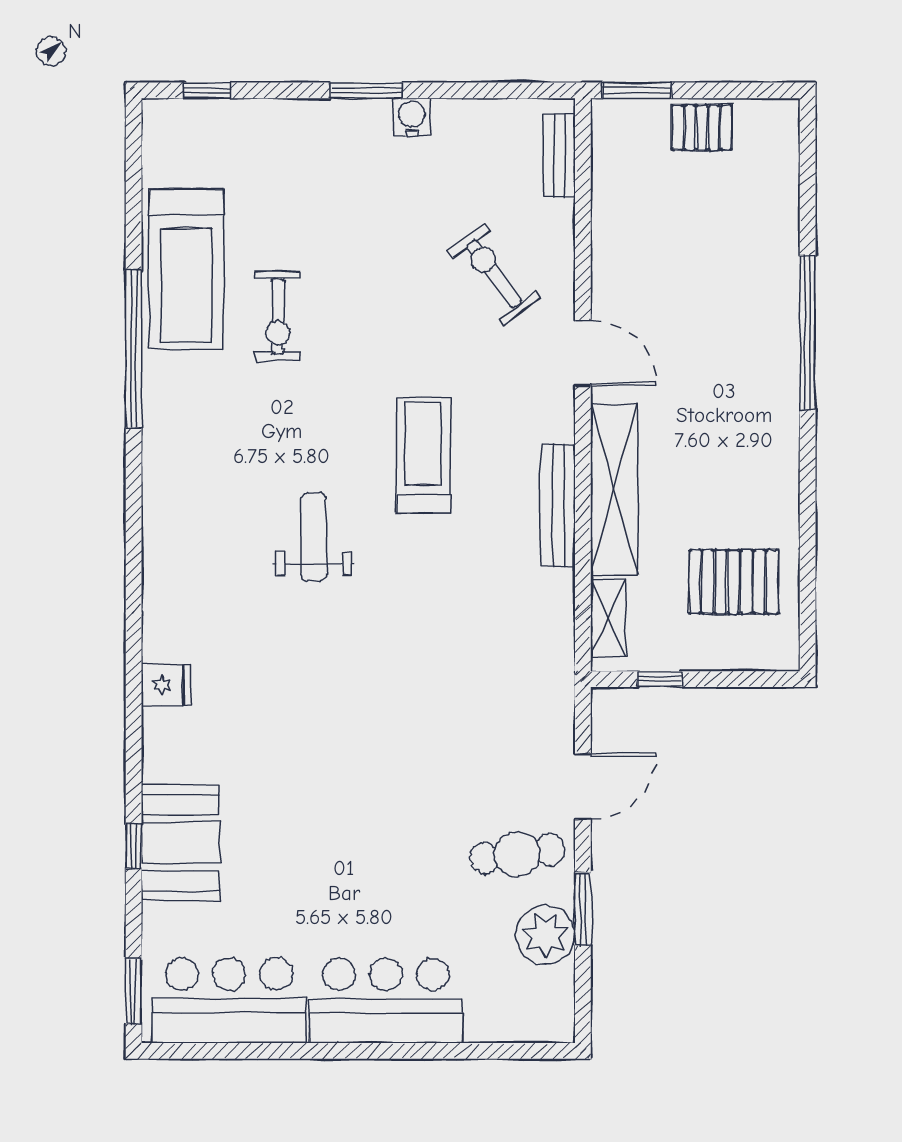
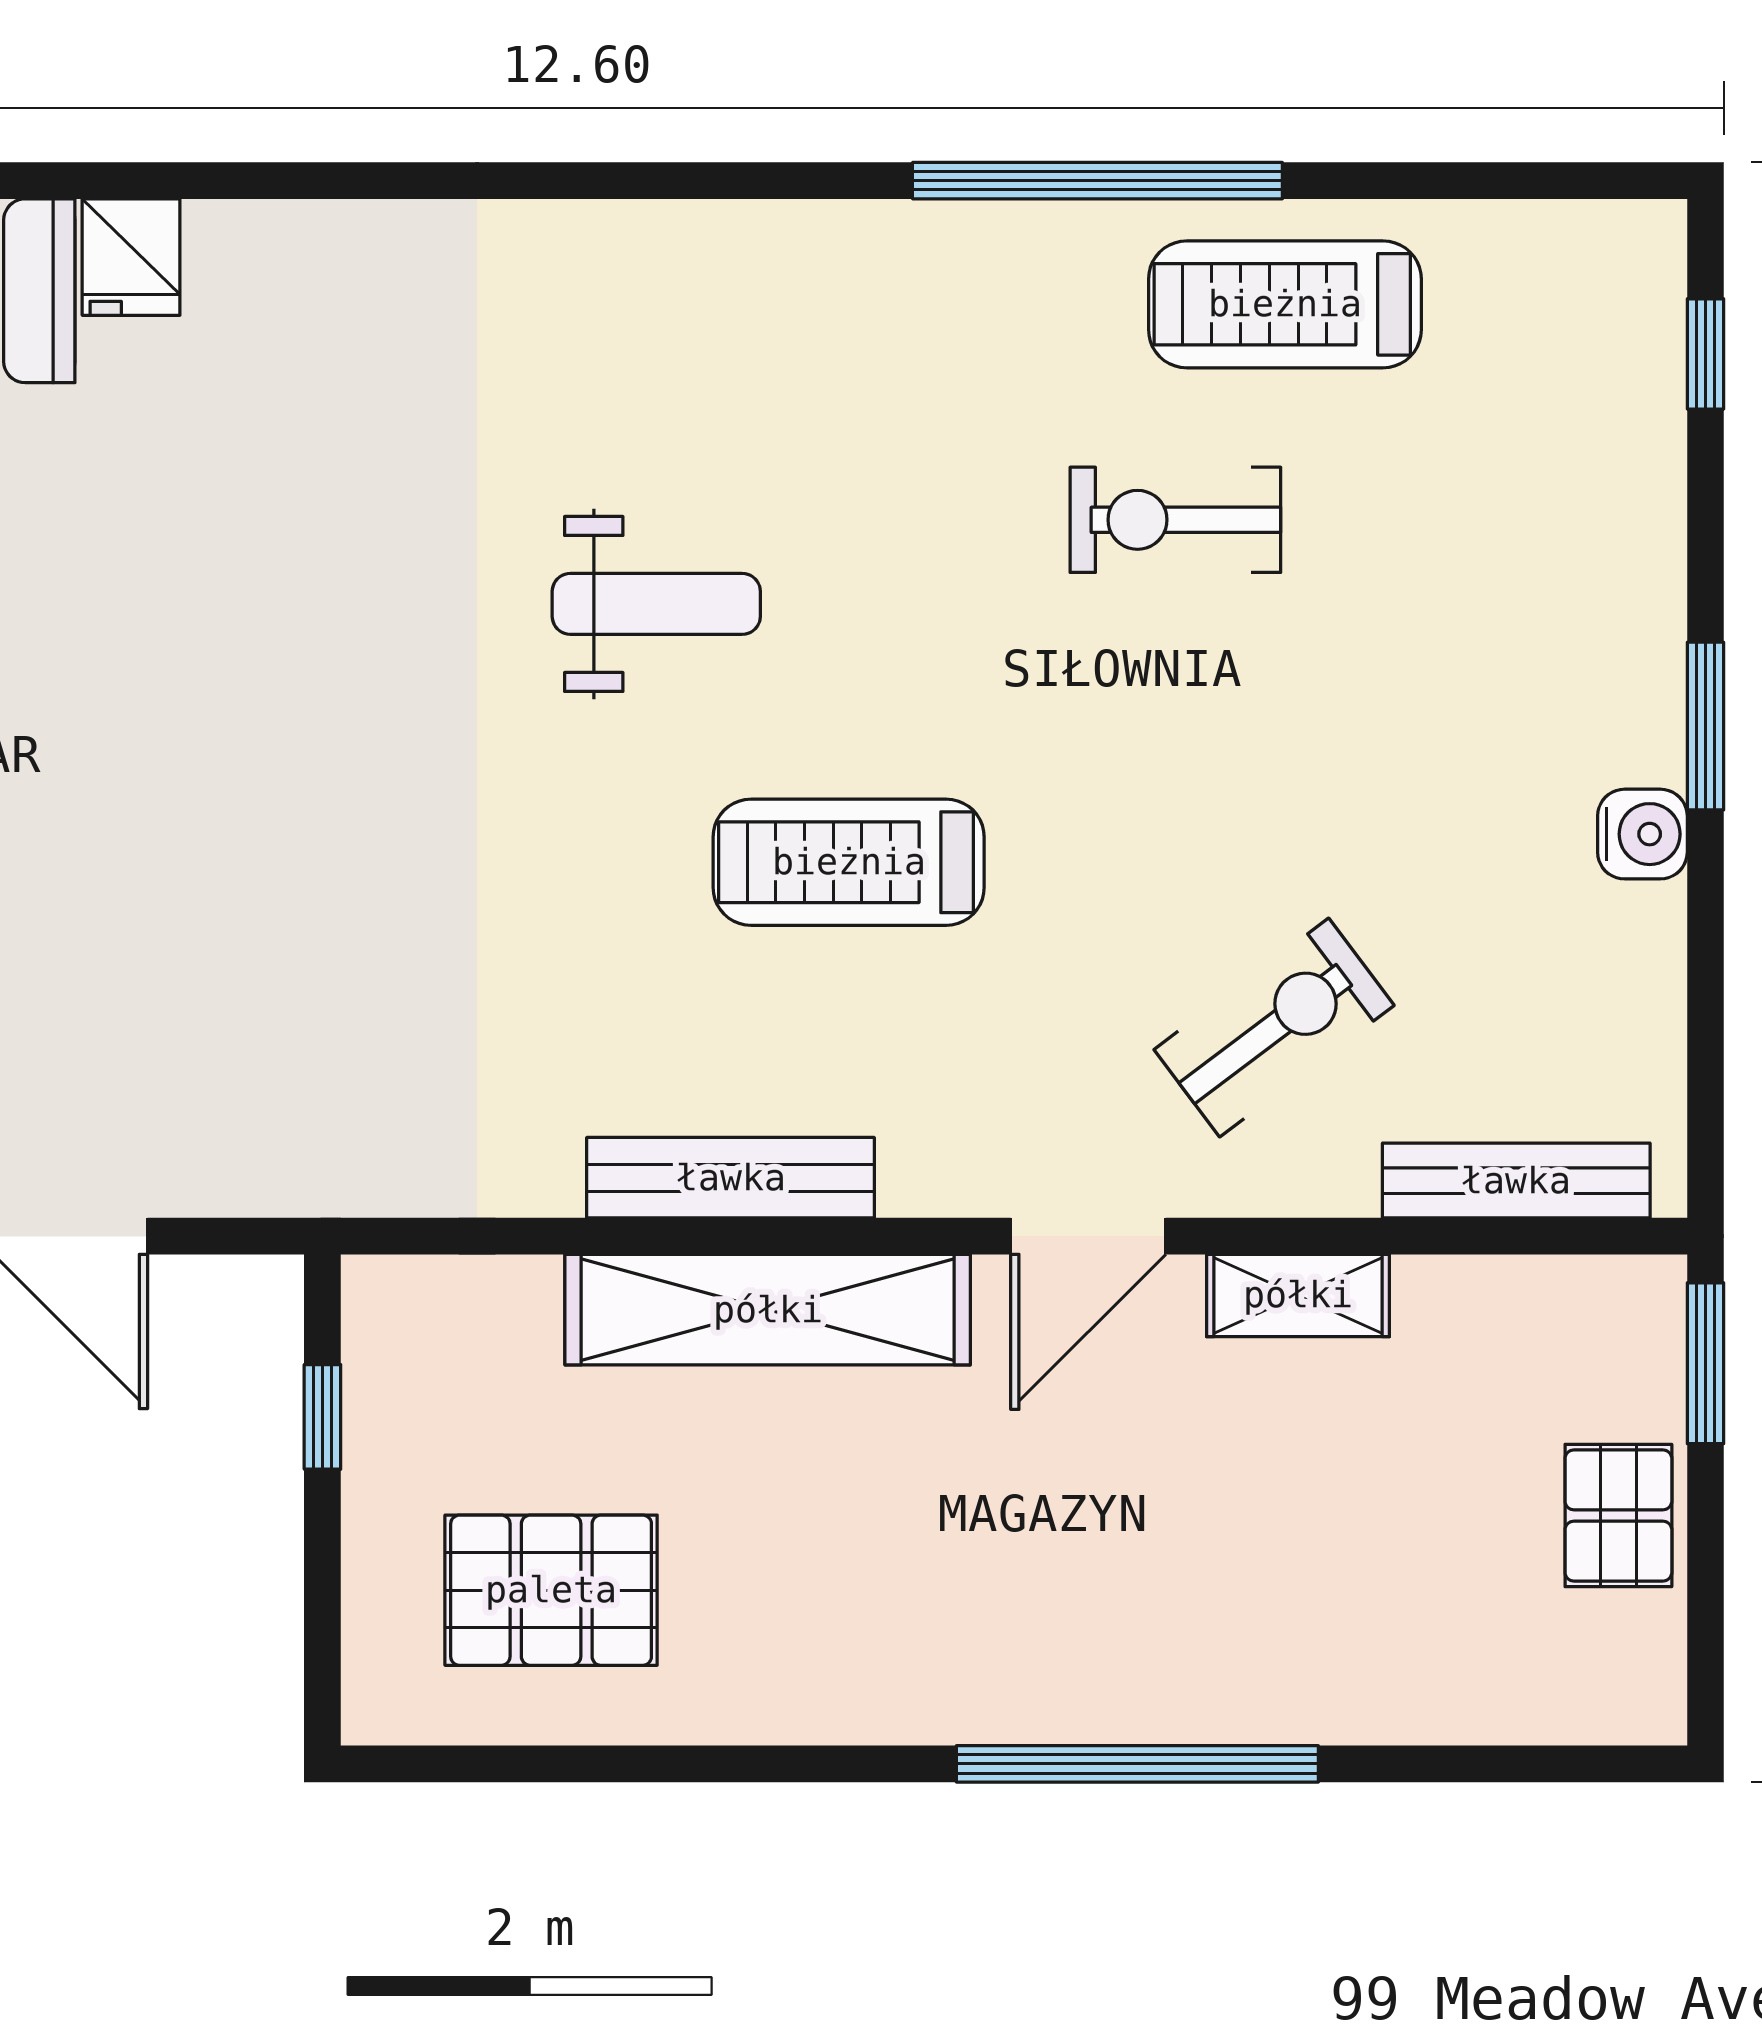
bench: (559, 156) -> (1516, 1181), width x1.36
treadmill: (186, 269) -> (1285, 304), width x0.73, depth x0.73
treadmill: (424, 455) -> (849, 862), turned 180
pallet: (734, 582) -> (551, 1590), turned 90
shelving: (608, 618) -> (1298, 1295), moved
fridge: (166, 685) -> (131, 257), moved

